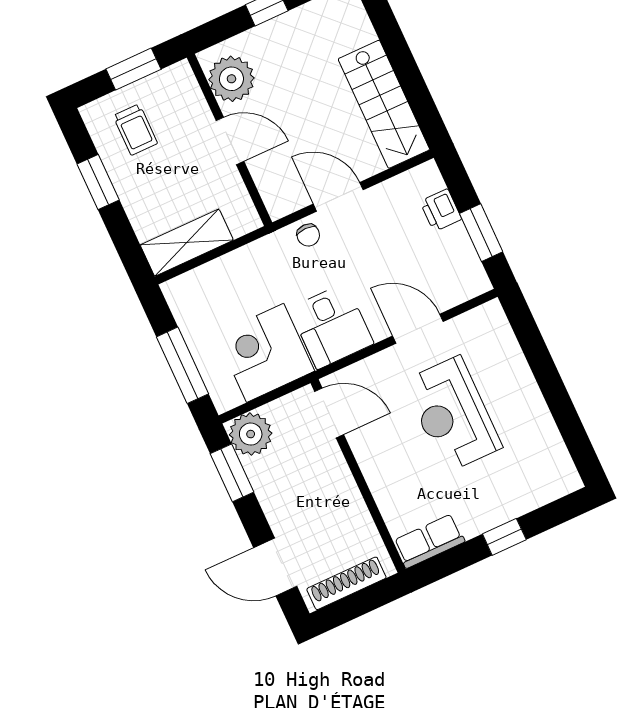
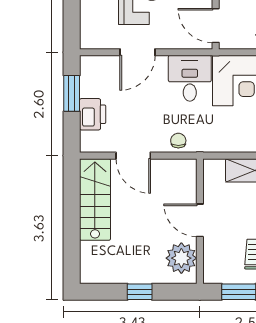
door: (338, 197) -> (133, 156), moved
printer: (441, 210) -> (93, 114), width x1.36, depth x1.24
door: (418, 329) -> (137, 52), hinge flipped

